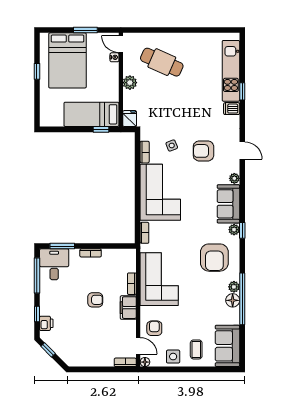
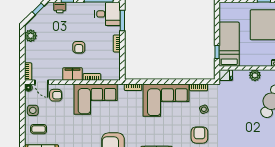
door: (138, 346) -> (42, 82), hinge flipped
plant: (81, 359) -> (31, 36), added

